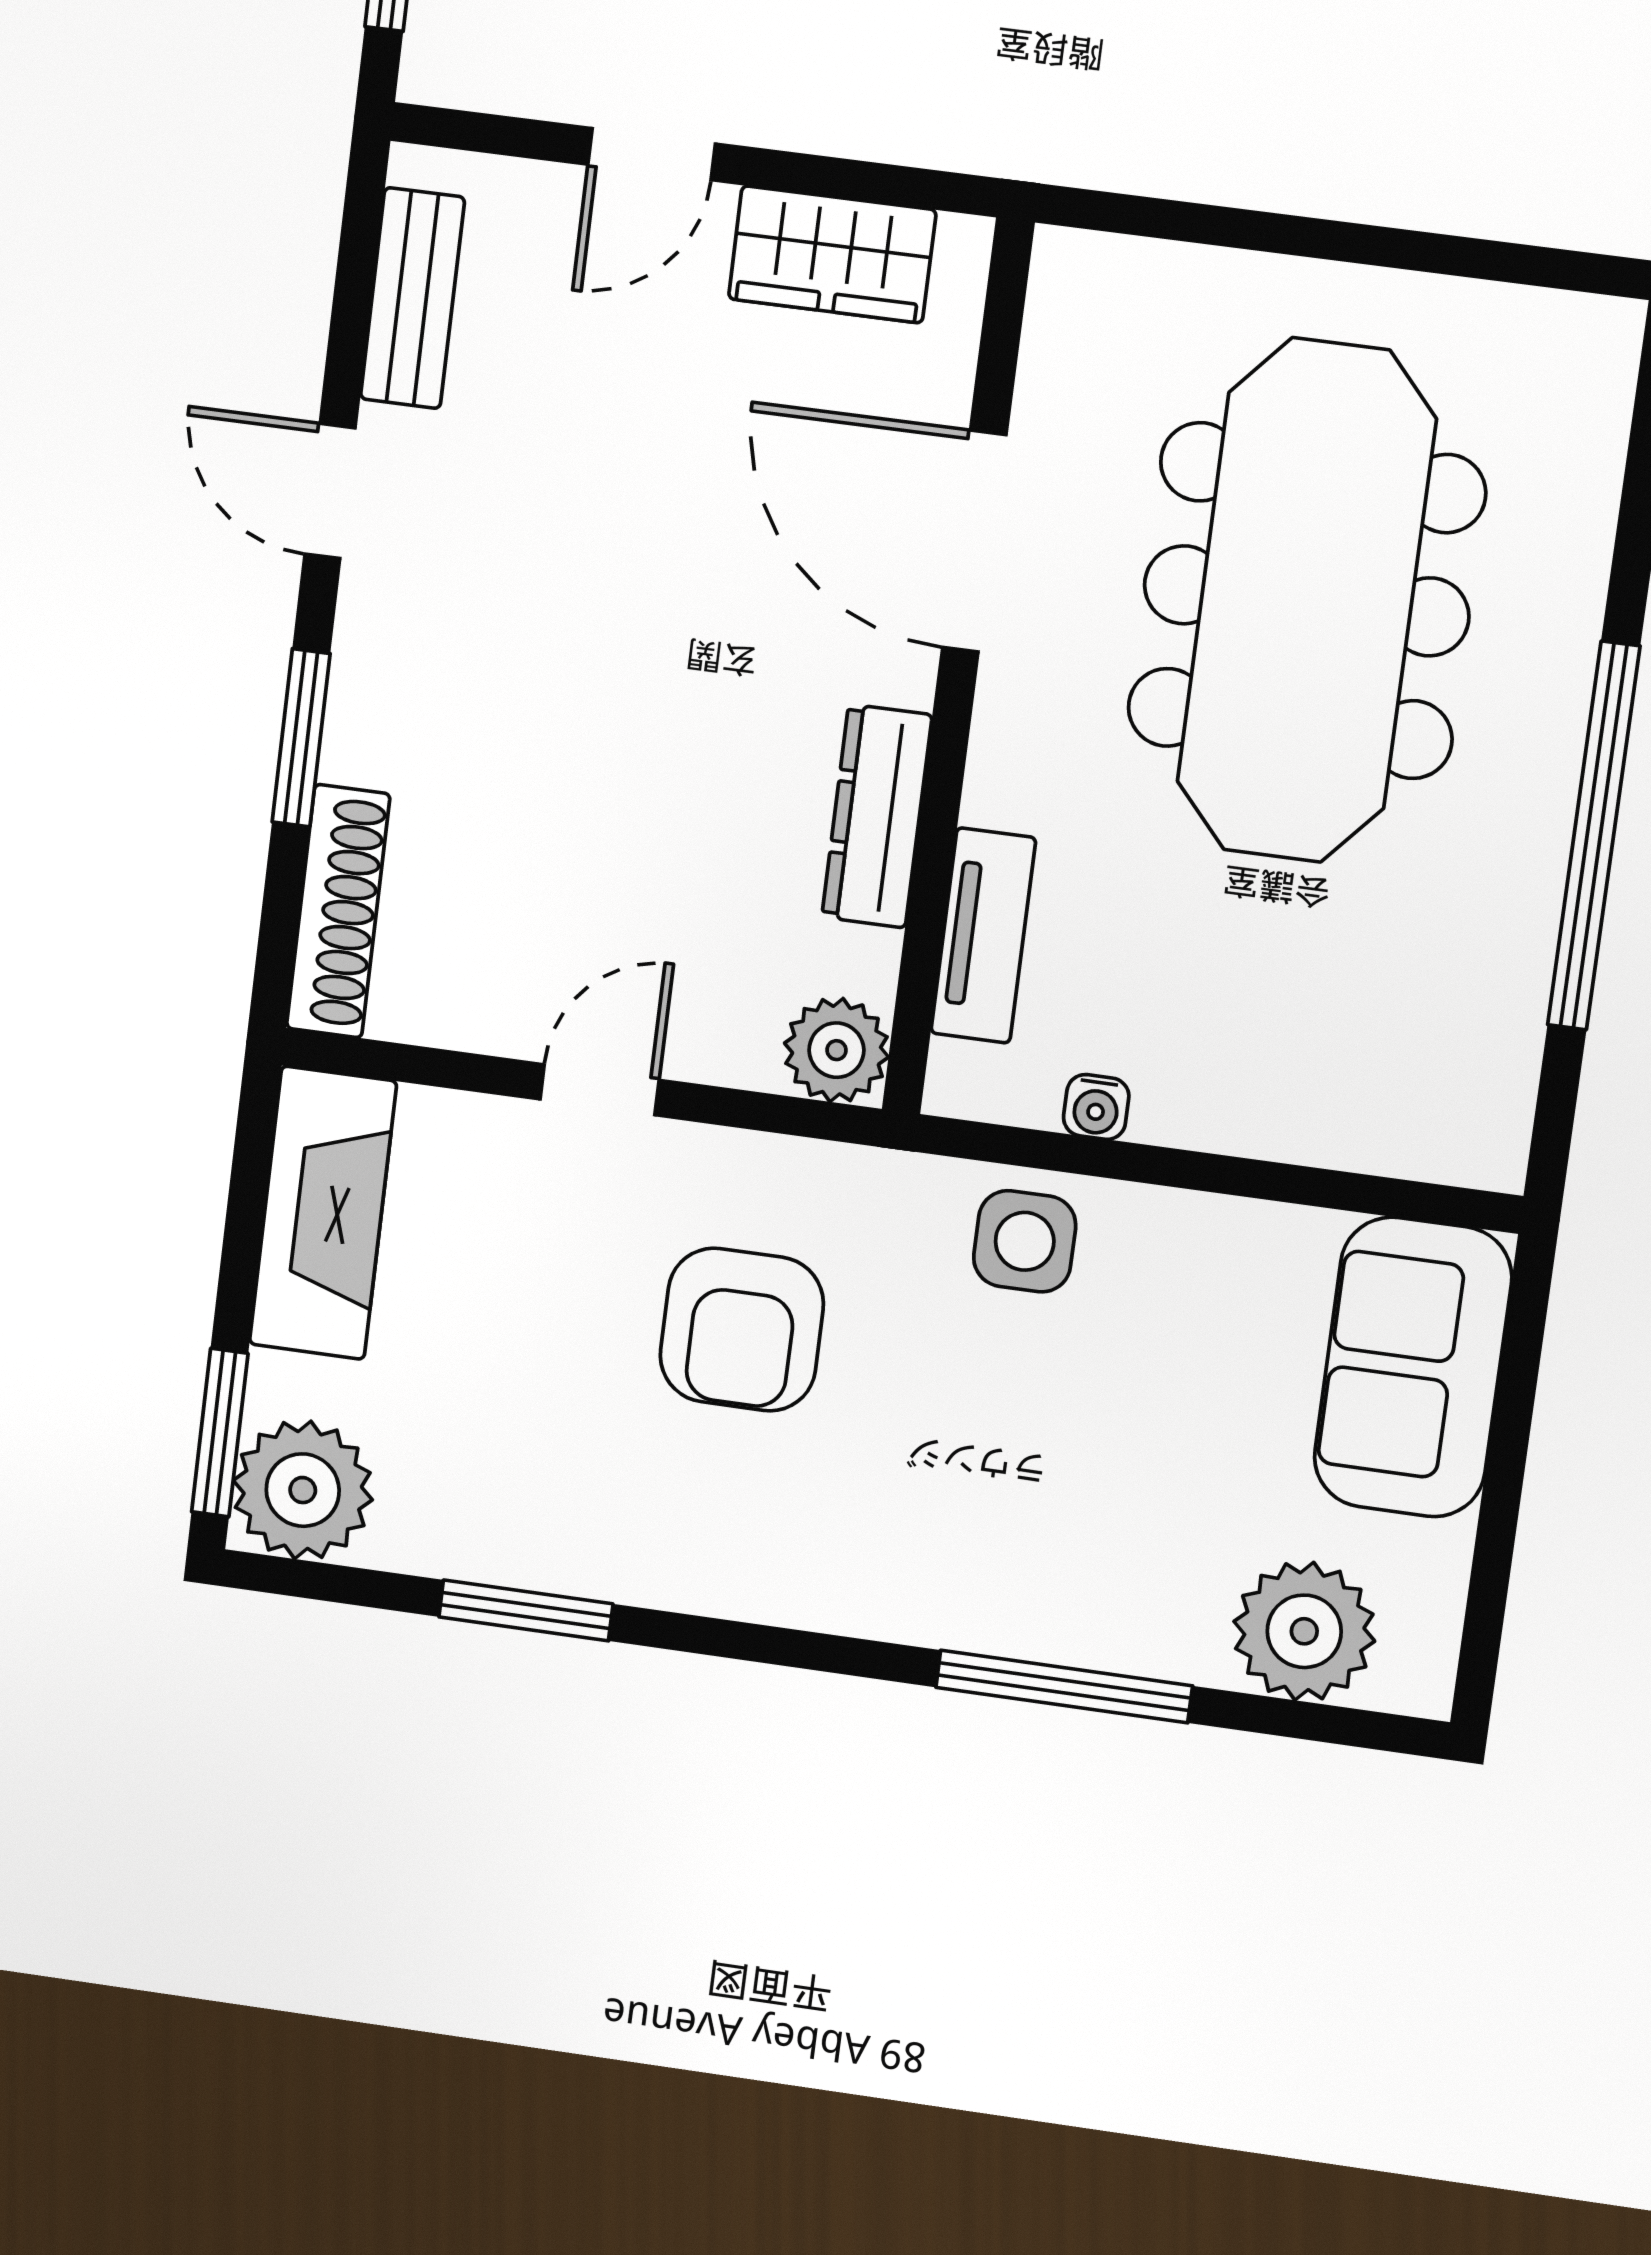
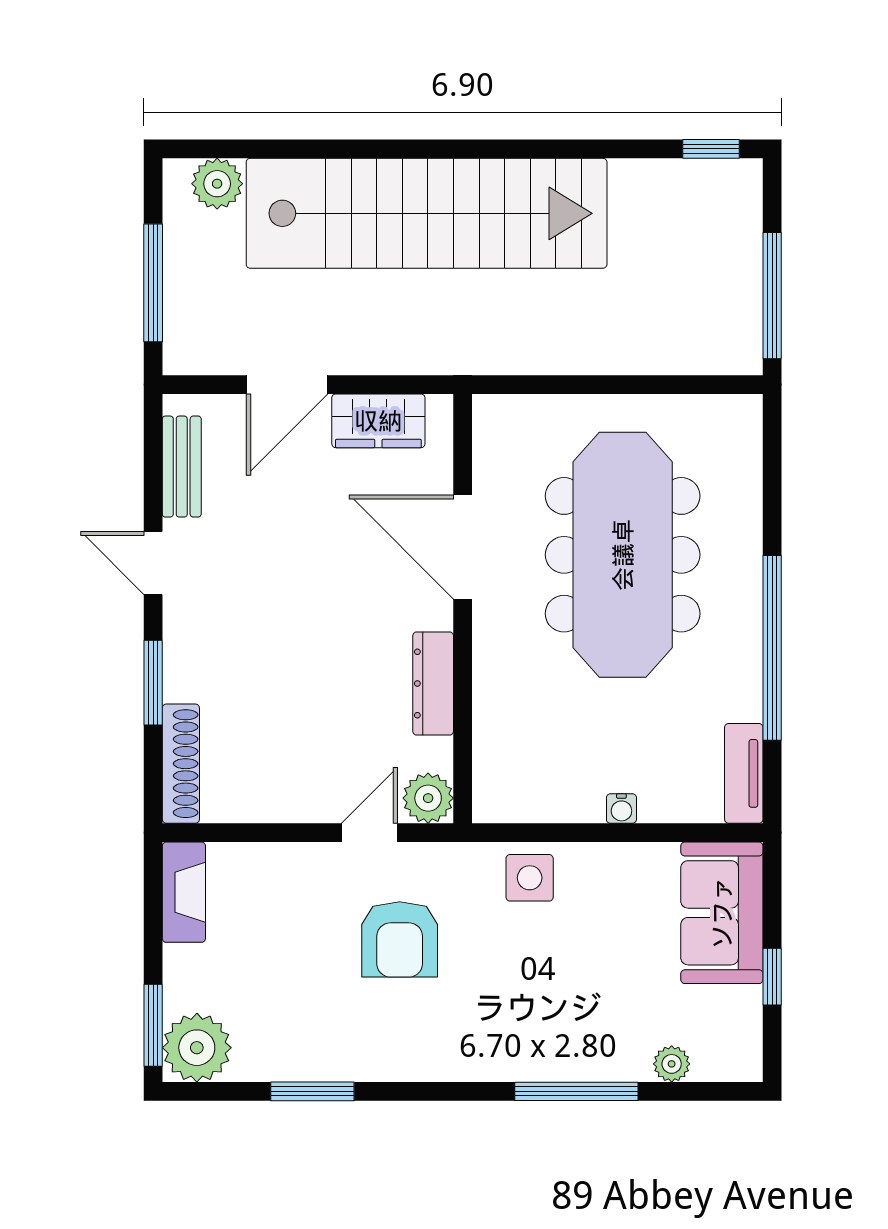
door: (652, 154) -> (287, 385), width x1.38
tv unit: (983, 936) -> (744, 773), moved, turned 180
door: (600, 1090) -> (369, 833), moved
water cooler: (1096, 1107) -> (621, 809), moved
fireplace: (323, 1213) -> (184, 892), width x0.73, depth x0.76
window: (1499, 1511) -> (772, 977), added
plant: (1304, 1631) -> (672, 1064), width x0.53, depth x0.53

